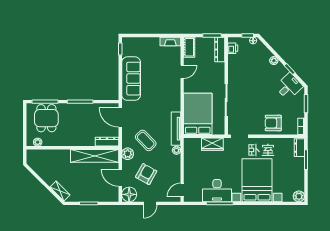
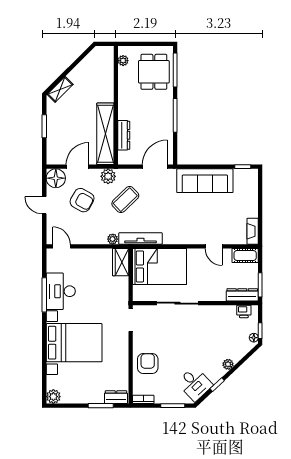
dining table: (46, 118) -> (154, 72), turned 90
dresser: (107, 142) -> (124, 135), moved
wardrobe: (212, 144) -> (121, 262), moved

